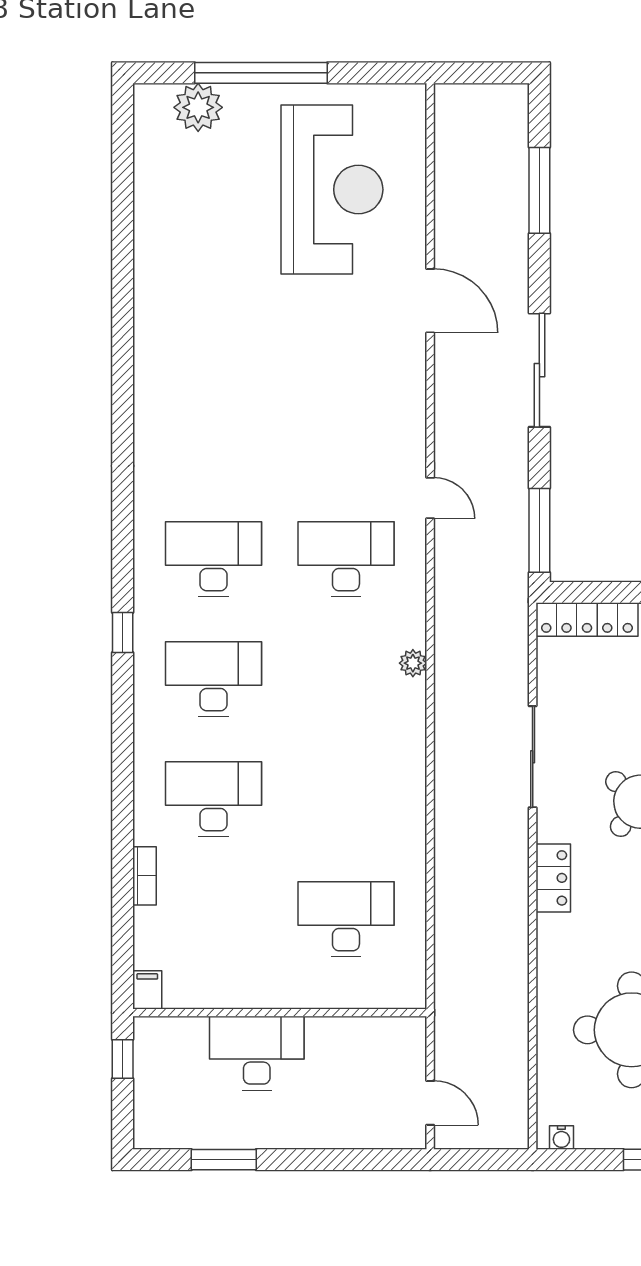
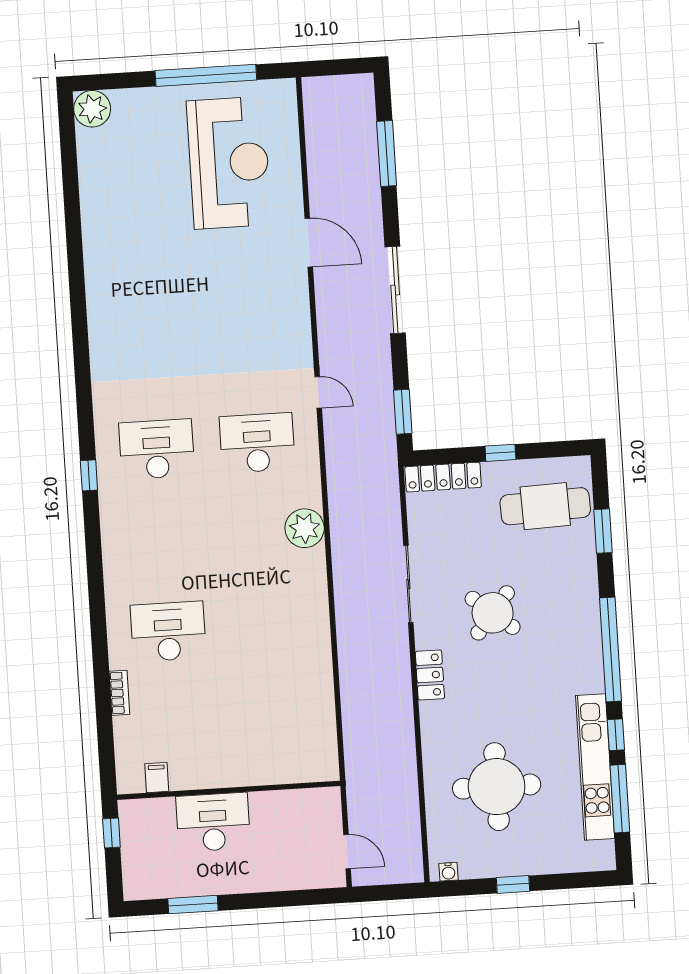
window: (261, 73) -> (206, 75), moved
plant: (198, 107) -> (92, 109), moved
window: (539, 530) -> (403, 412), width x0.69
window: (123, 633) -> (89, 475), moved
plant: (413, 663) -> (305, 528), width x1.87, depth x1.87
desk: (214, 679) -> (162, 540), removed
desk: (346, 919) -> (274, 716), removed
filing cabinet: (147, 990) -> (157, 778), moved

